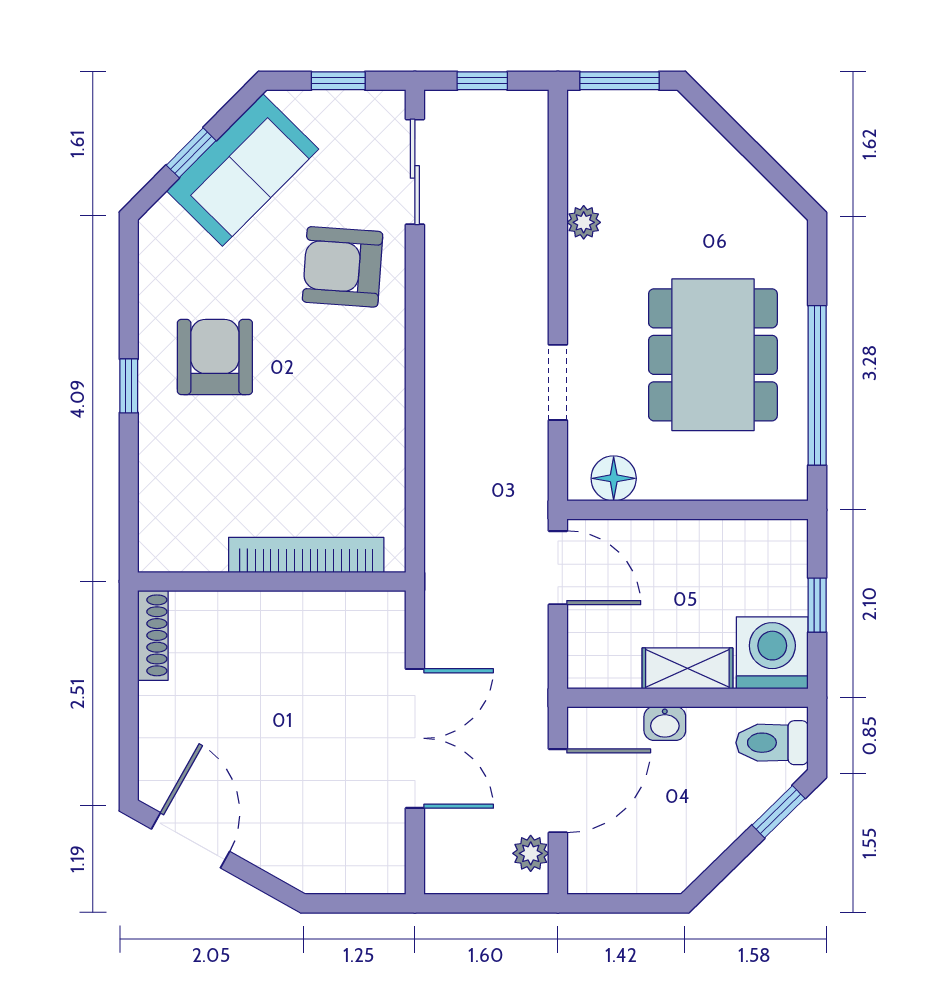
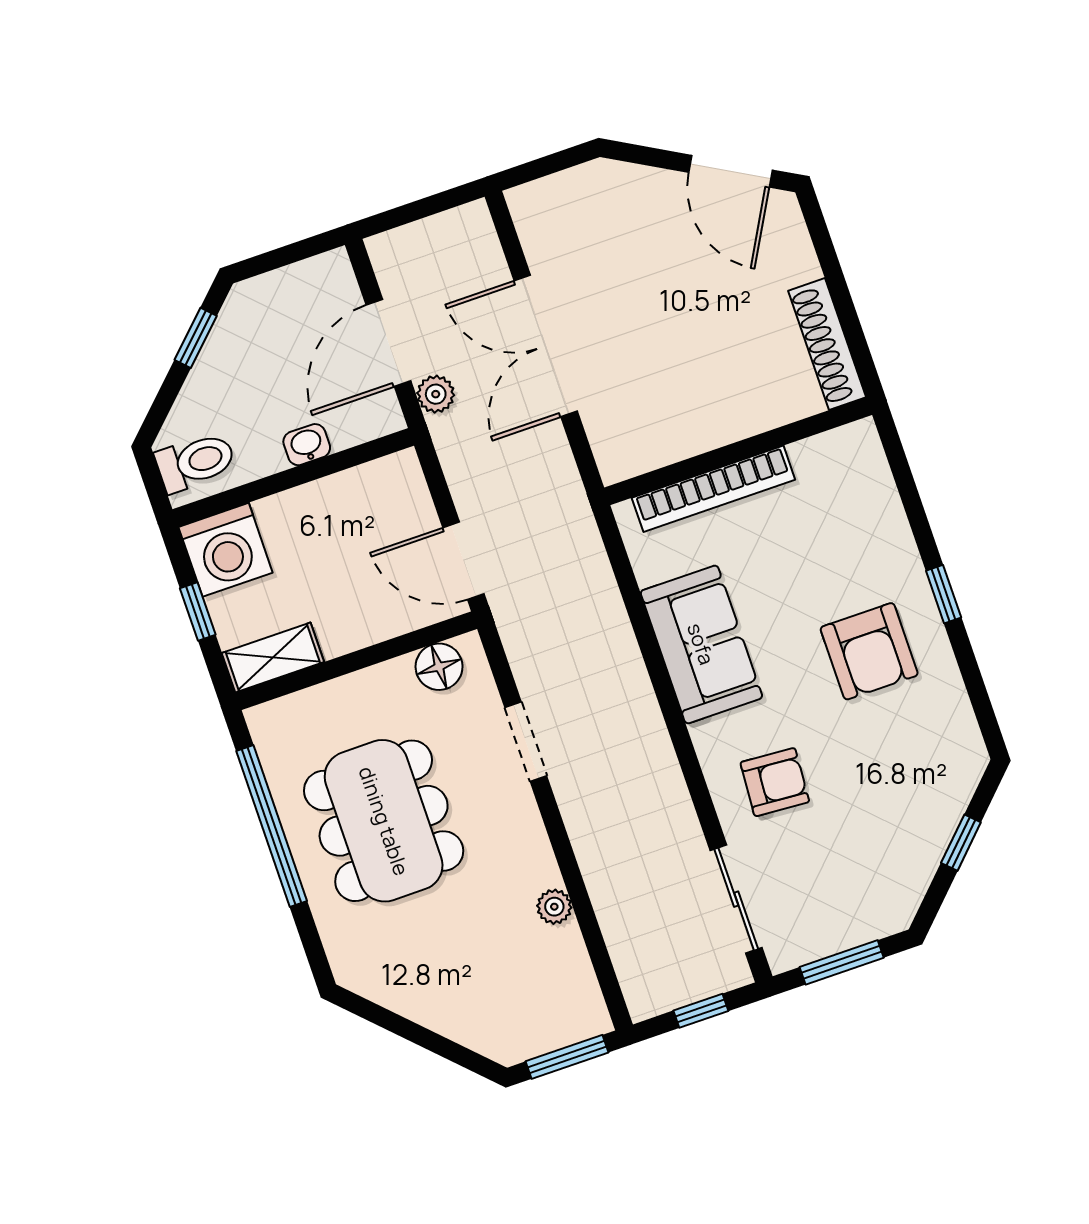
window: (338, 81) -> (842, 962), width x1.50
sofa: (243, 170) -> (701, 644), moved, turned 135
armchair: (343, 267) -> (775, 782), width x0.72, depth x0.72
shoe rack: (153, 635) -> (827, 344), width x1.36, depth x1.24
shelving: (687, 668) -> (273, 657), moved
window: (778, 812) -> (196, 338), moved
plant: (531, 853) -> (436, 394), moved

